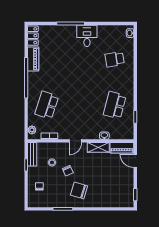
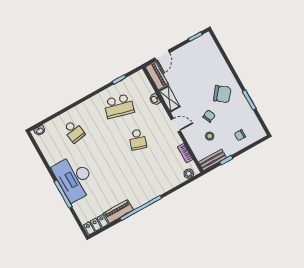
desk: (87, 36) -> (74, 178), width x1.87, depth x1.30
school desk: (47, 105) -> (138, 139), moved, width x0.54
chair: (79, 190) -> (222, 94), turned -69

